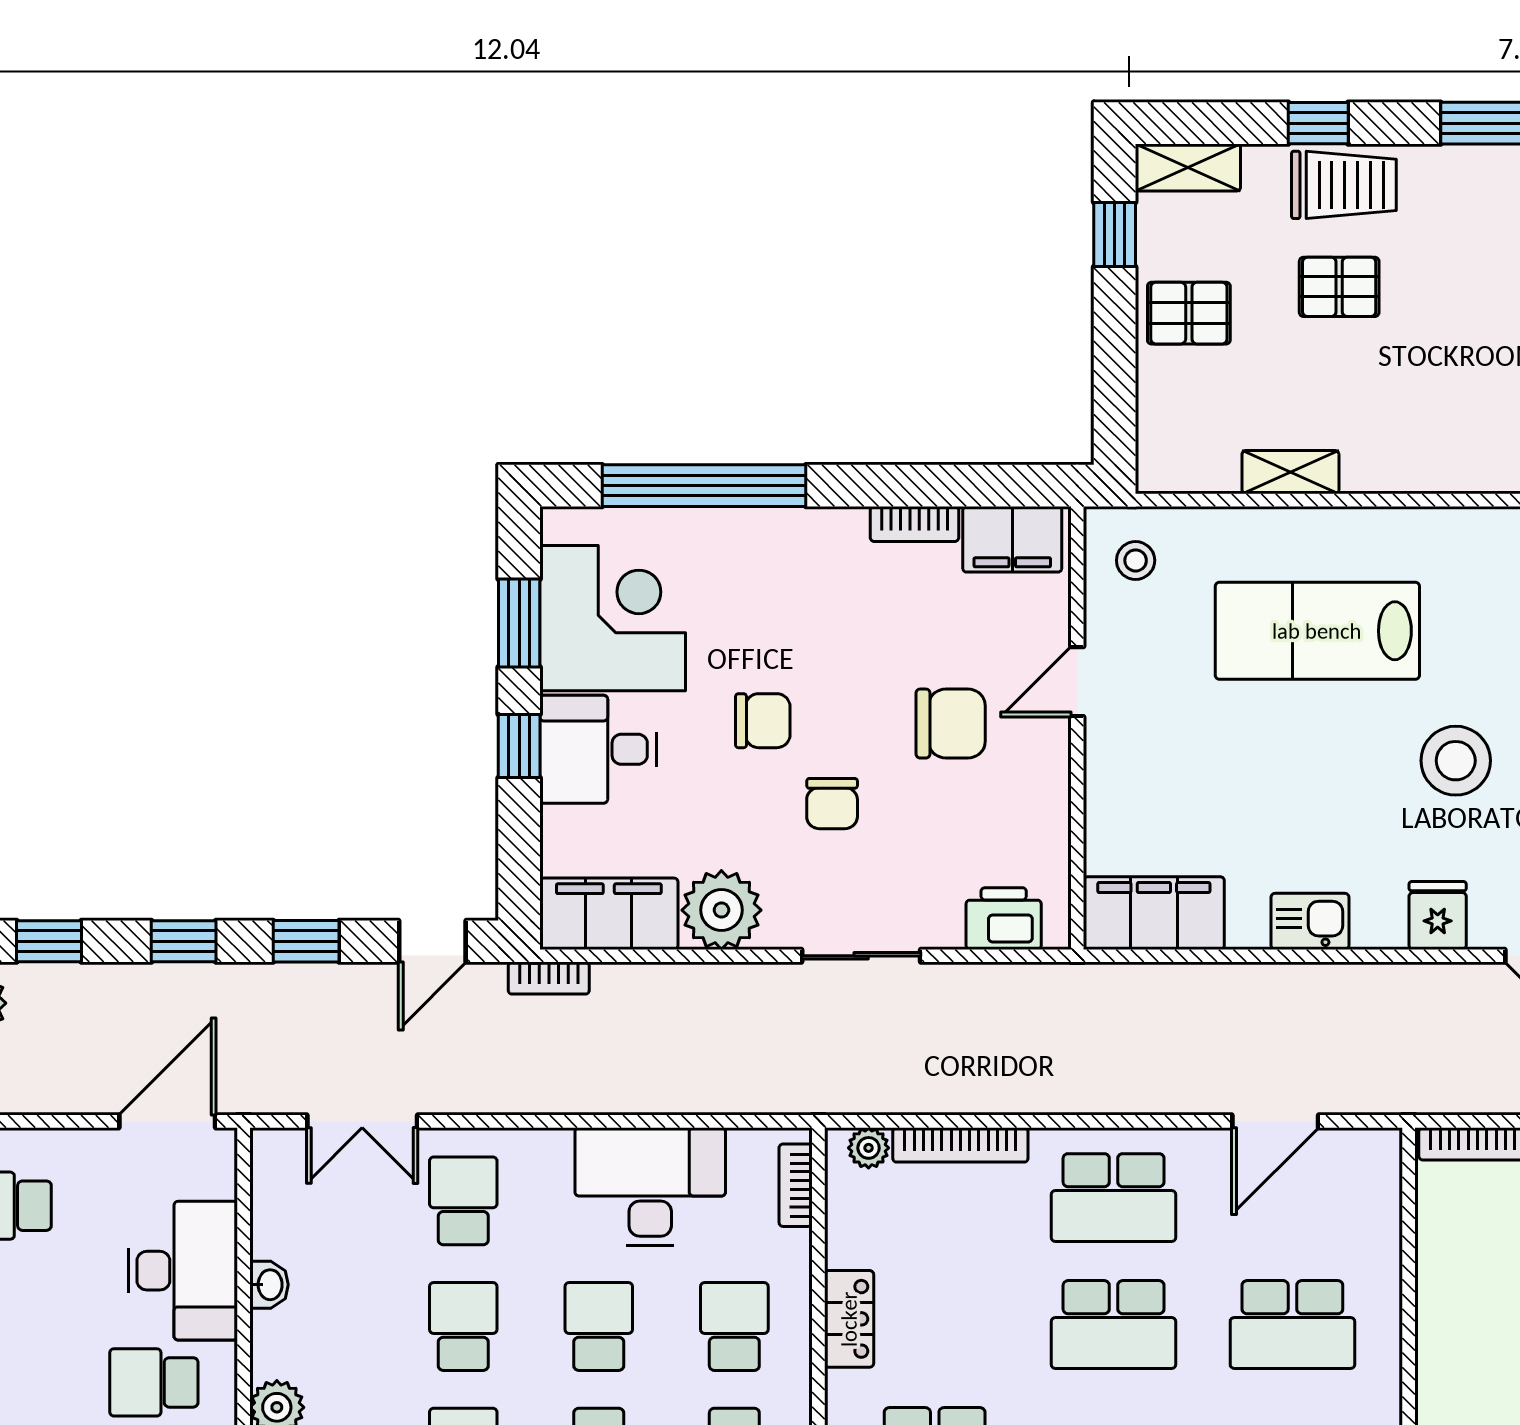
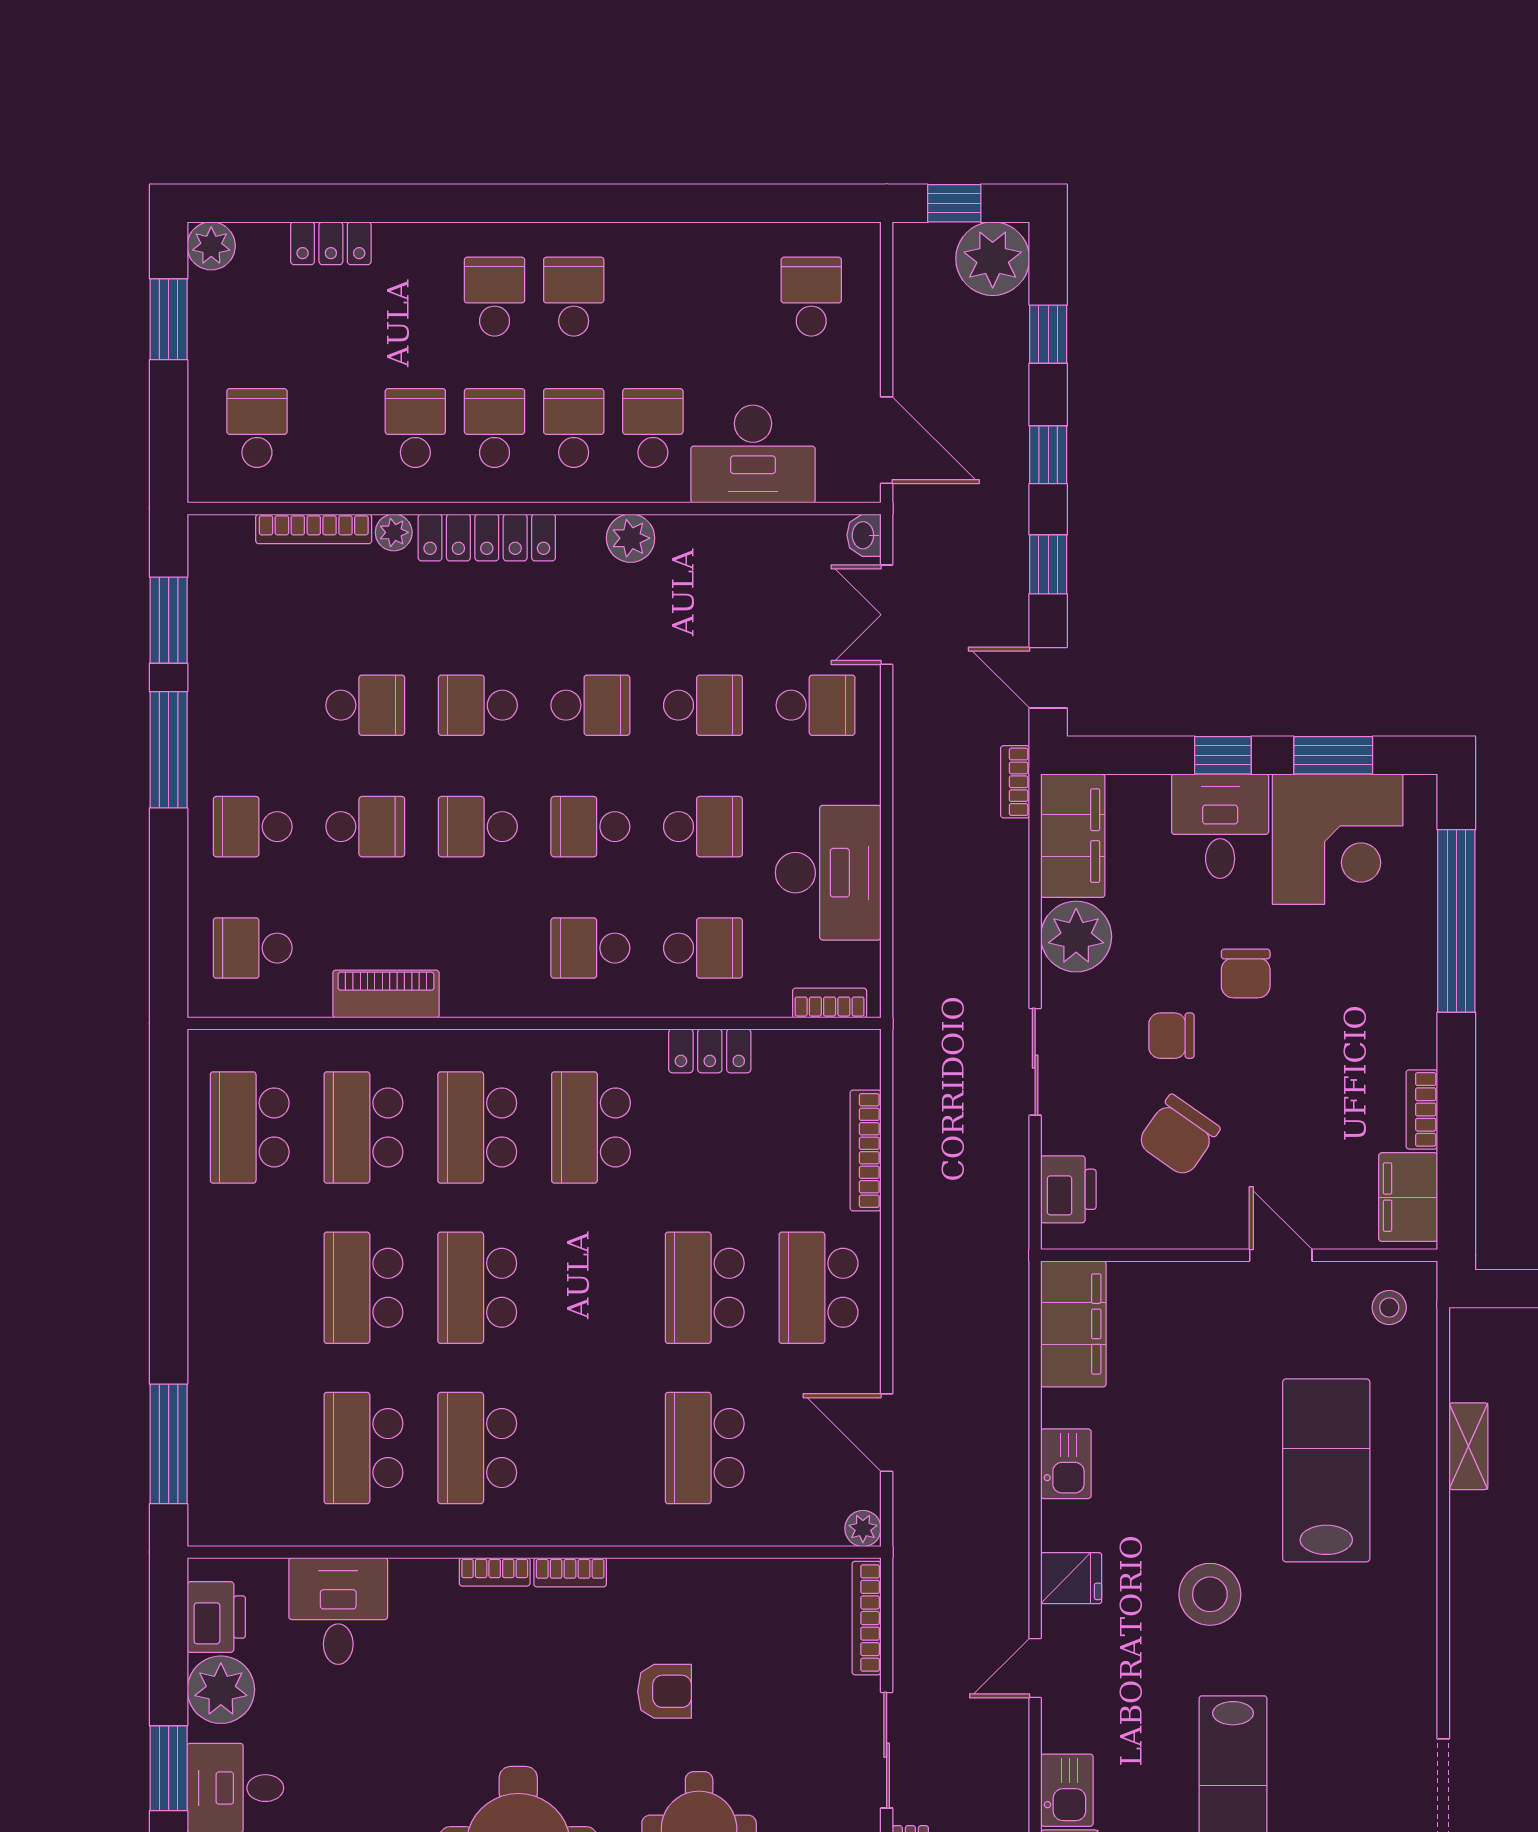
chair: (951, 724) -> (1179, 1136), moved, turned 35
plant: (869, 1148) -> (863, 1528), moved
washbasin: (269, 1285) -> (864, 535), moved, turned 90

